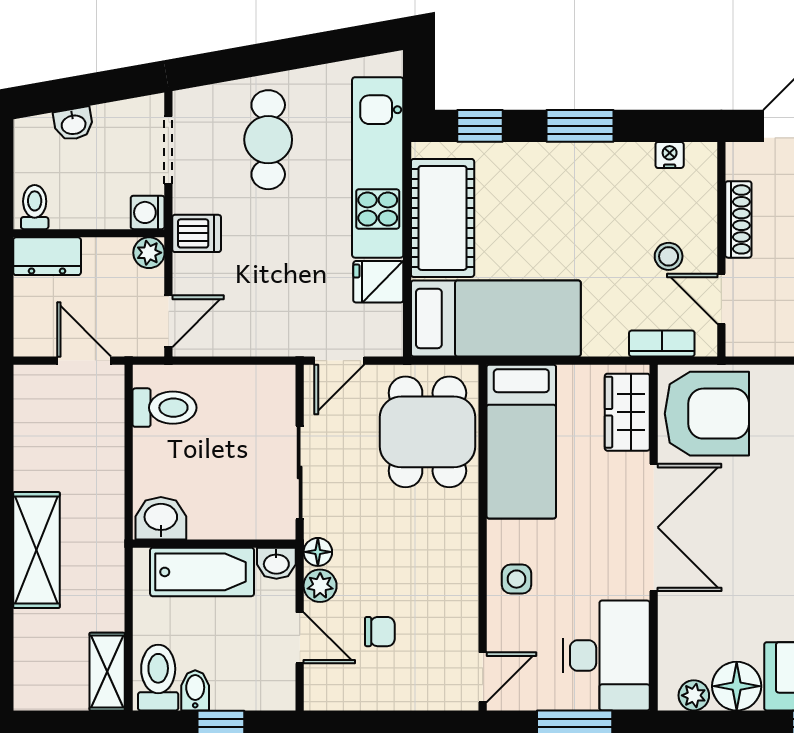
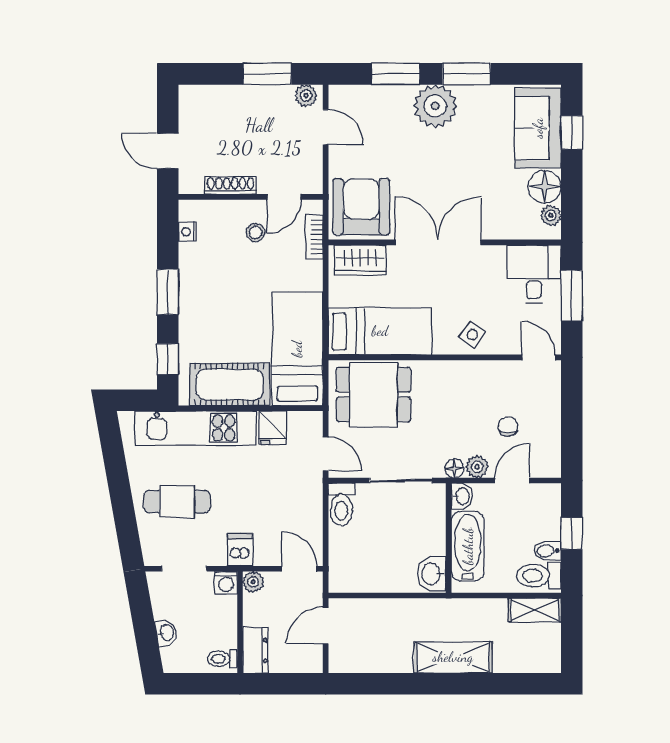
toilet: (165, 408) -> (341, 505), moved, turned 180
side table: (517, 579) -> (473, 335), turned 35
desk: (606, 655) -> (534, 274), width x0.73

